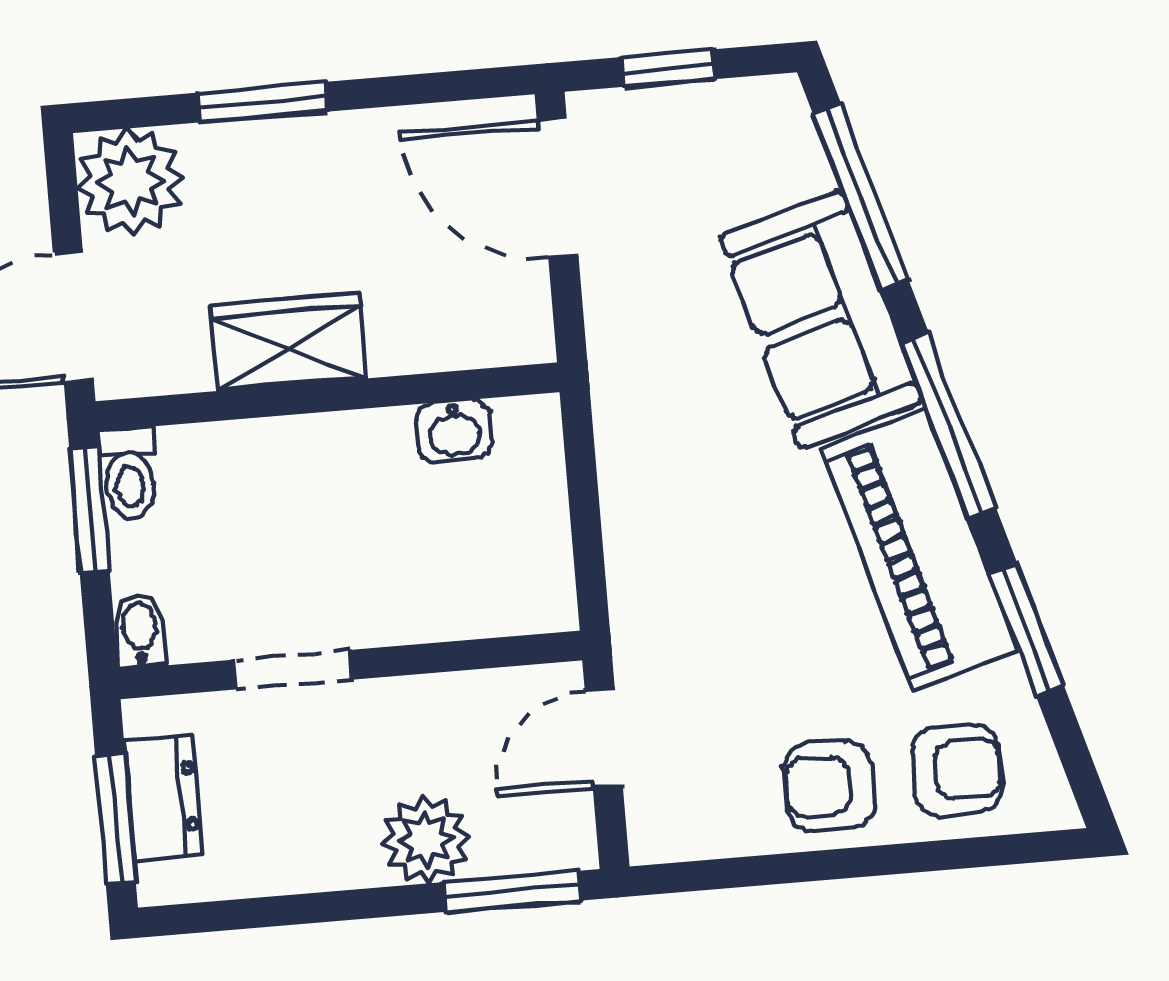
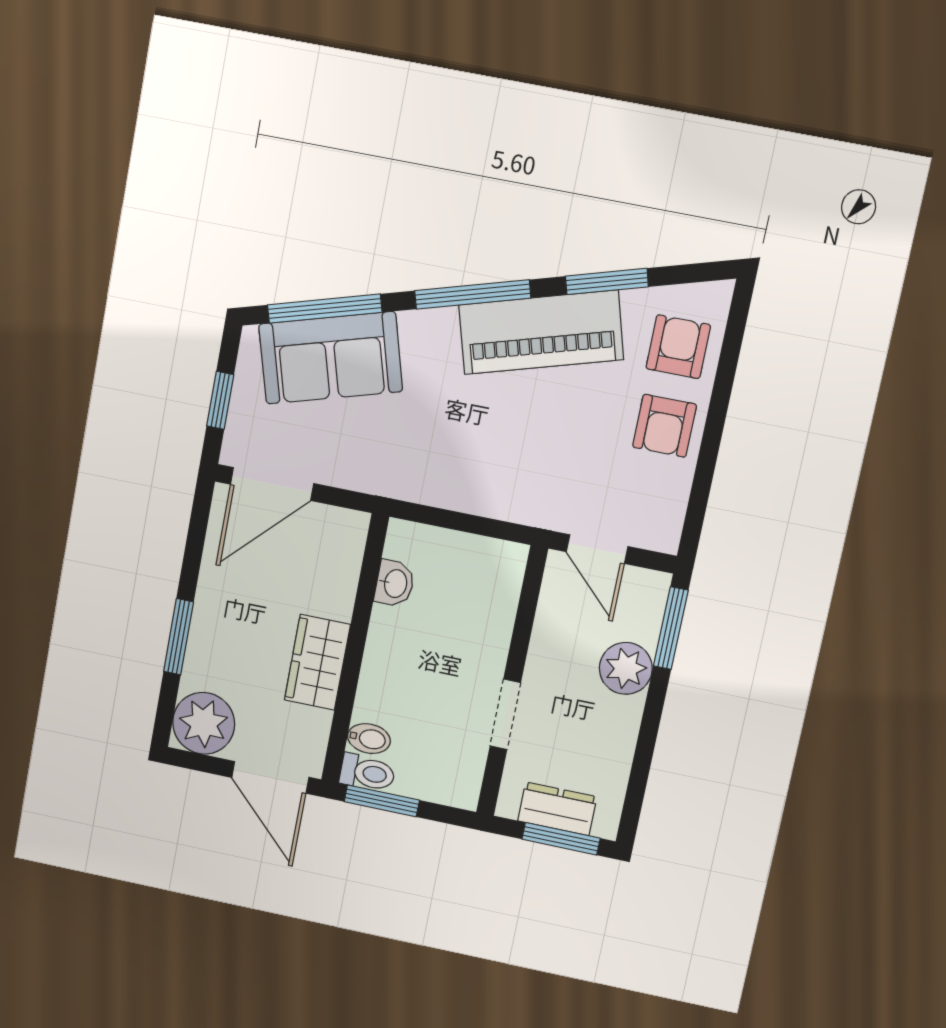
sofa: (821, 320) -> (331, 358), moved
bidet: (140, 631) -> (369, 739), moved, turned 180

